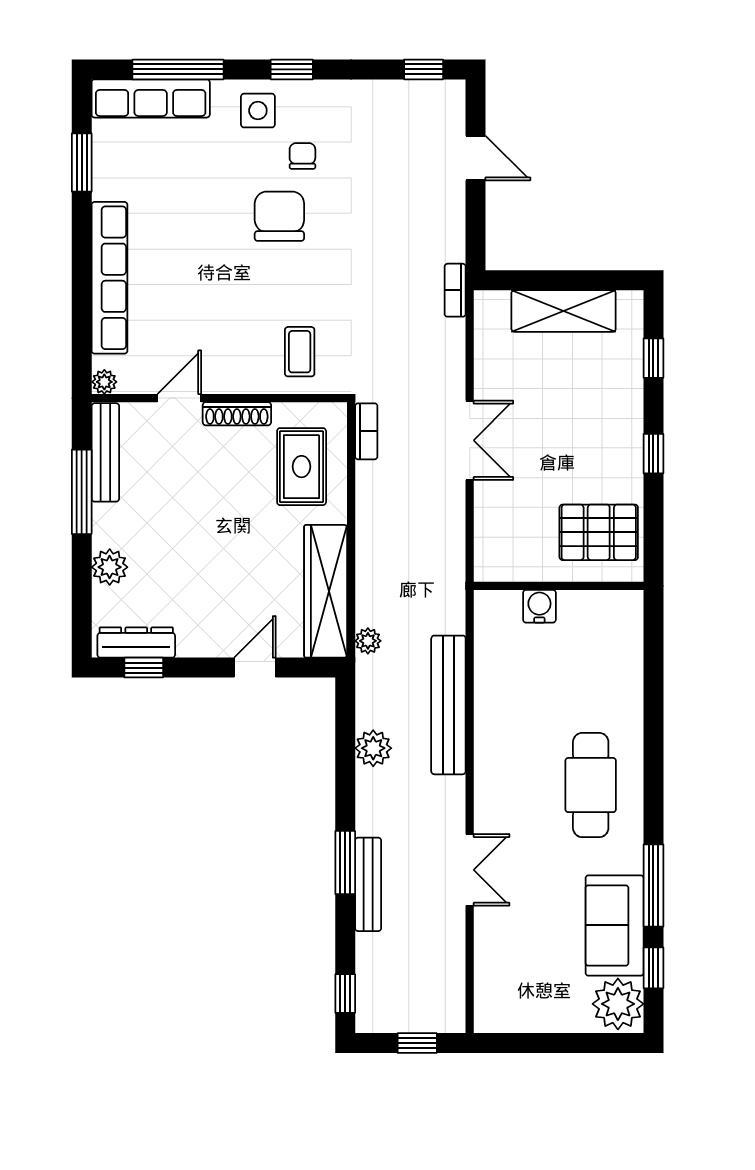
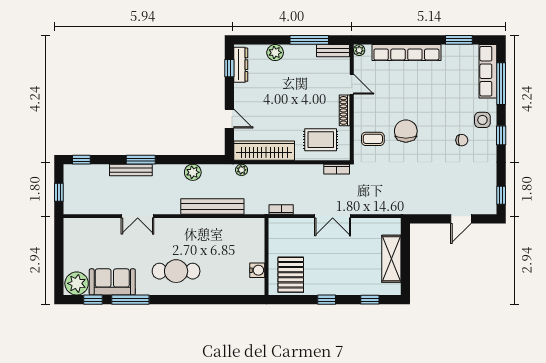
chair: (279, 216) -> (406, 131), moved, turned -90
bookcase: (455, 290) -> (281, 210), moved
bench: (105, 452) -> (333, 51), width x0.73
water cooler: (539, 606) -> (257, 270), moved

